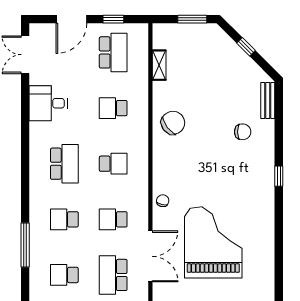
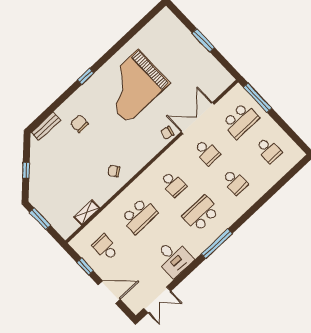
school desk: (113, 52) -> (105, 248), width x0.54
school desk: (113, 108) -> (139, 216), width x1.85
chair: (173, 123) -> (114, 171), width x0.54, depth x0.54
school desk: (113, 164) -> (173, 184), turned 180
grand piano: (213, 242) -> (133, 86), moved
window: (25, 245) -> (217, 244), moved
double door: (150, 256) -> (198, 118), moved

